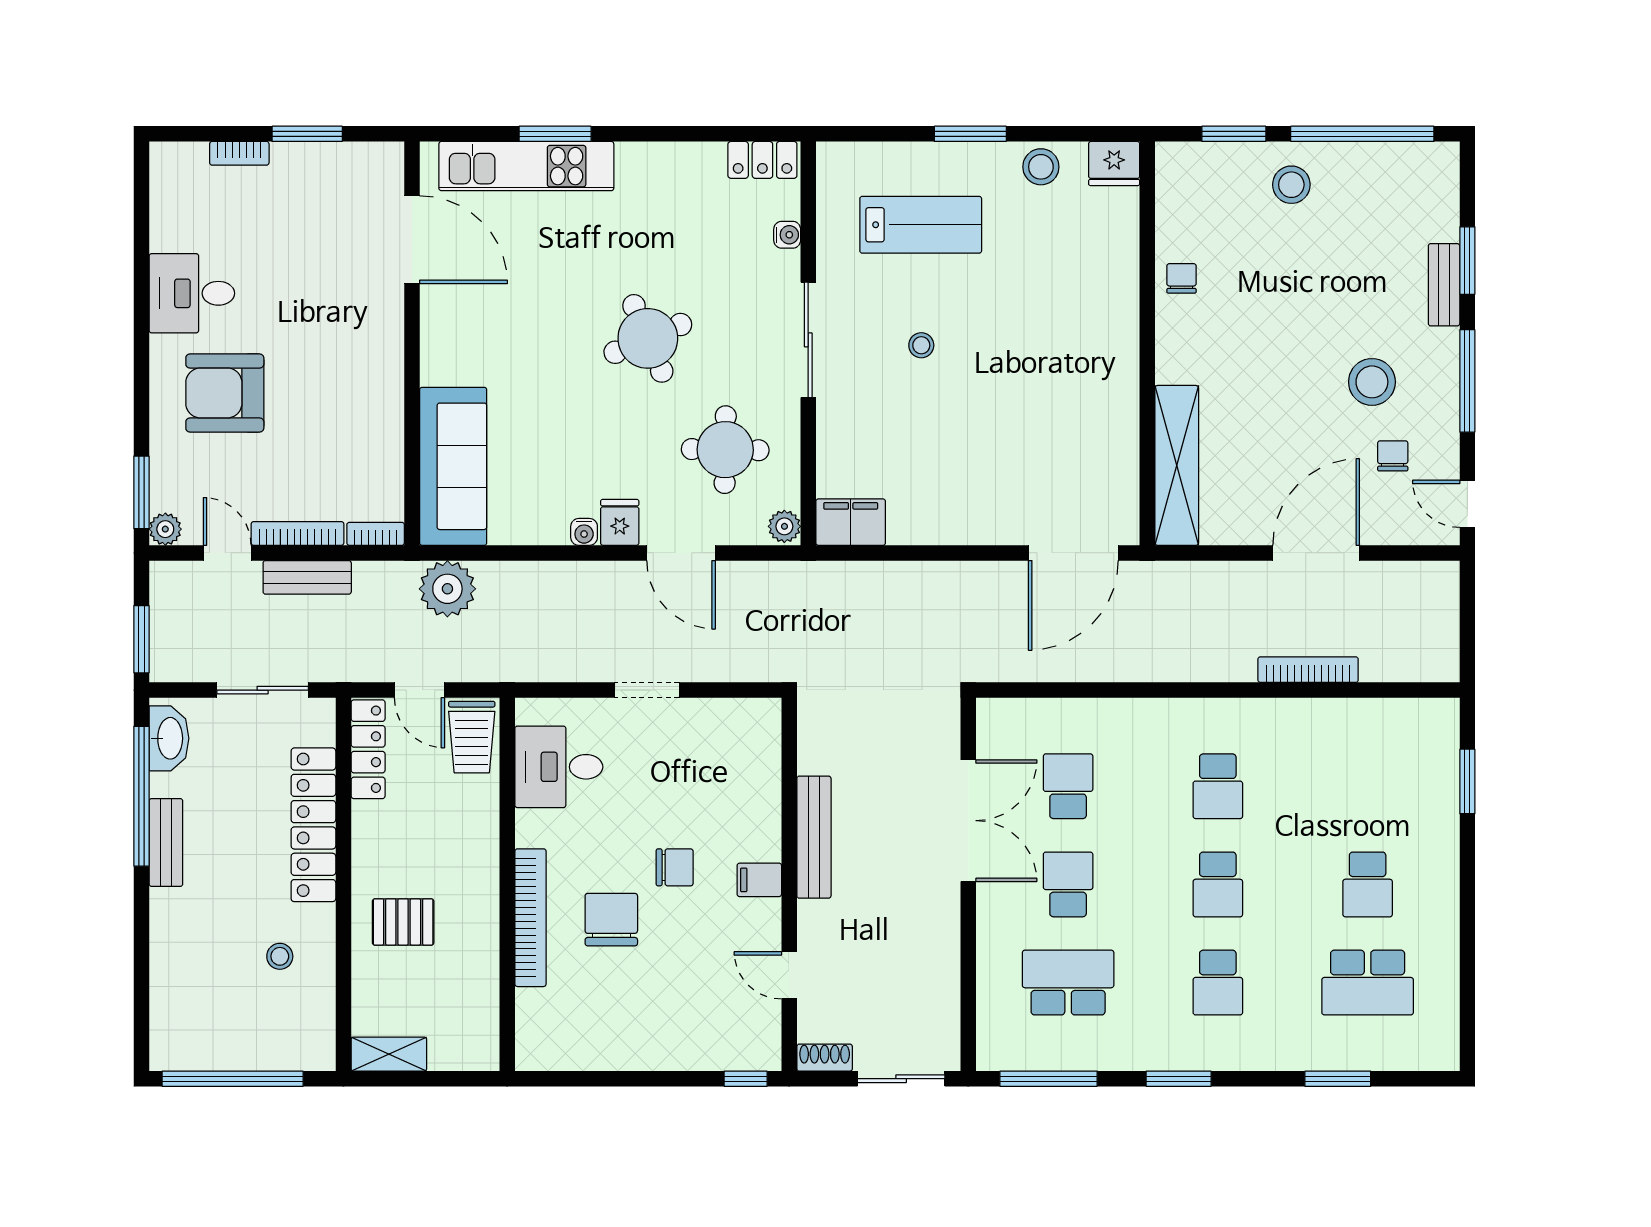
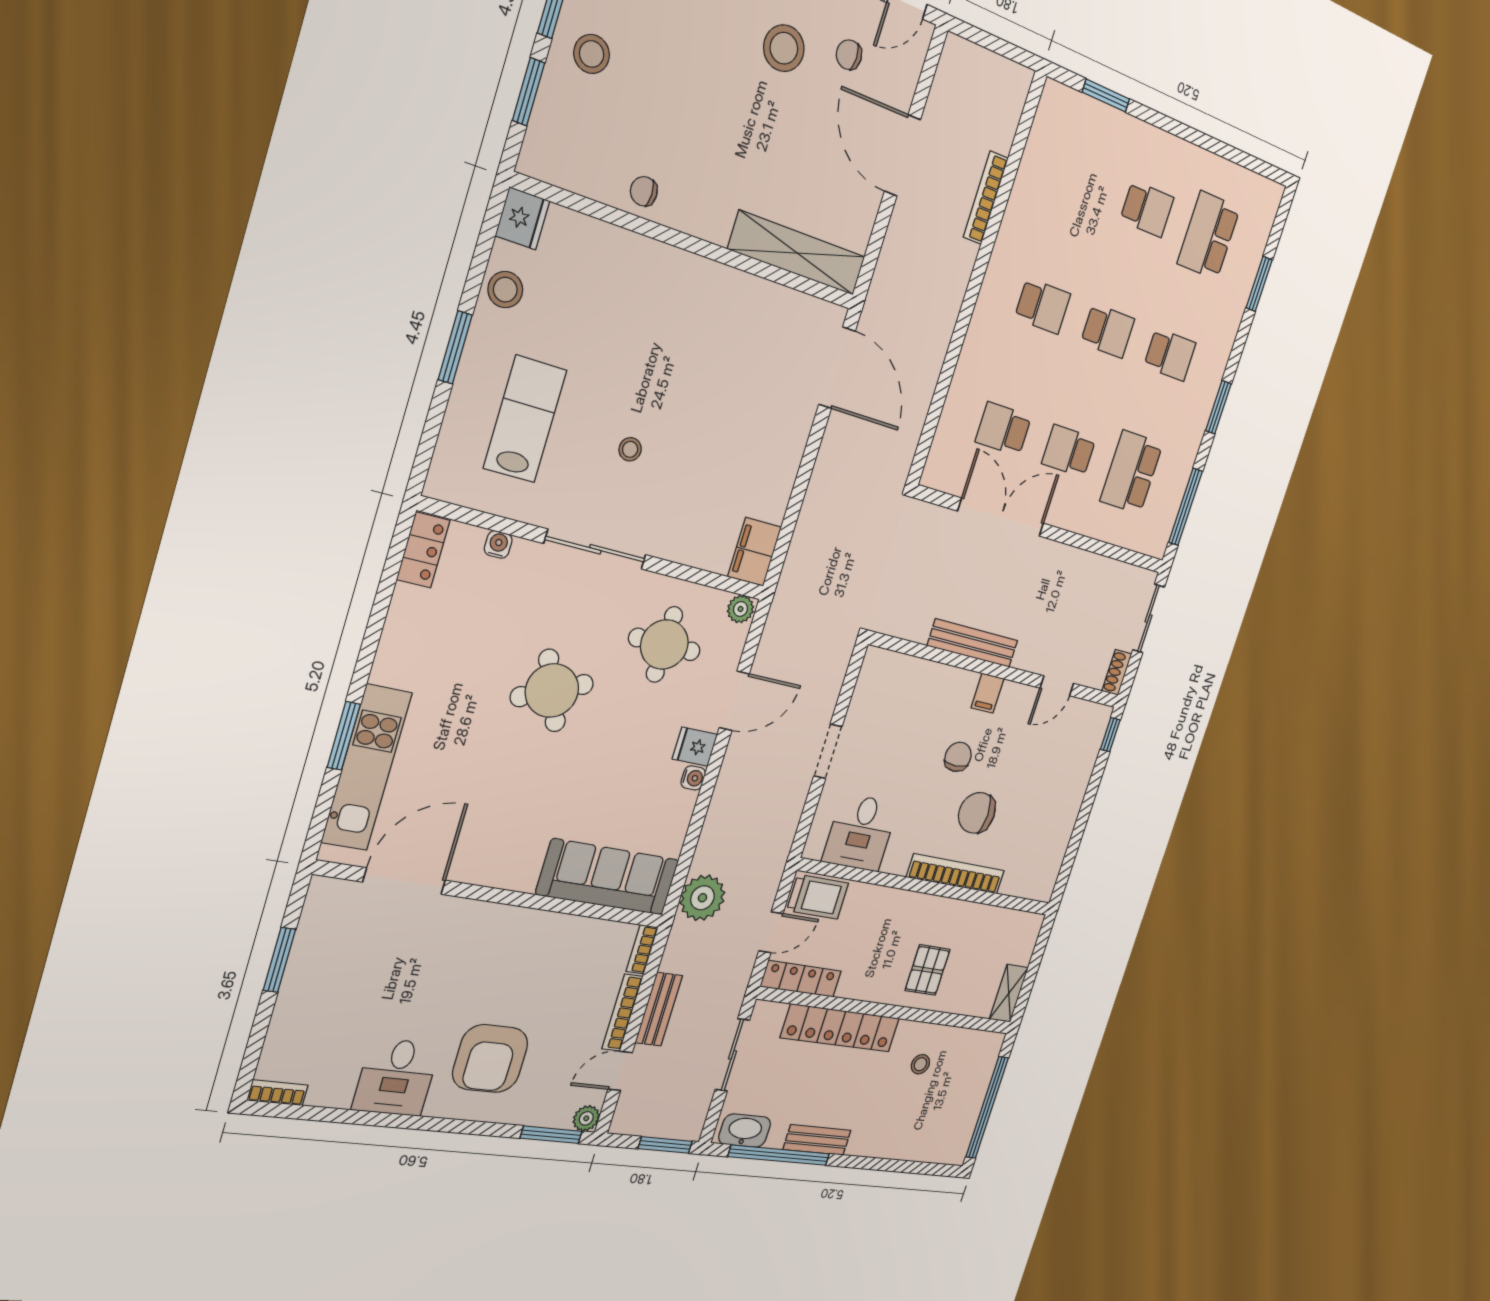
bookcase: (239, 153) -> (278, 1093), moved, turned -90
school desk: (1368, 983) -> (1209, 236), turned 180

